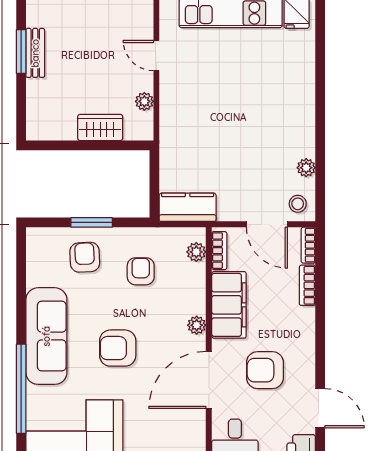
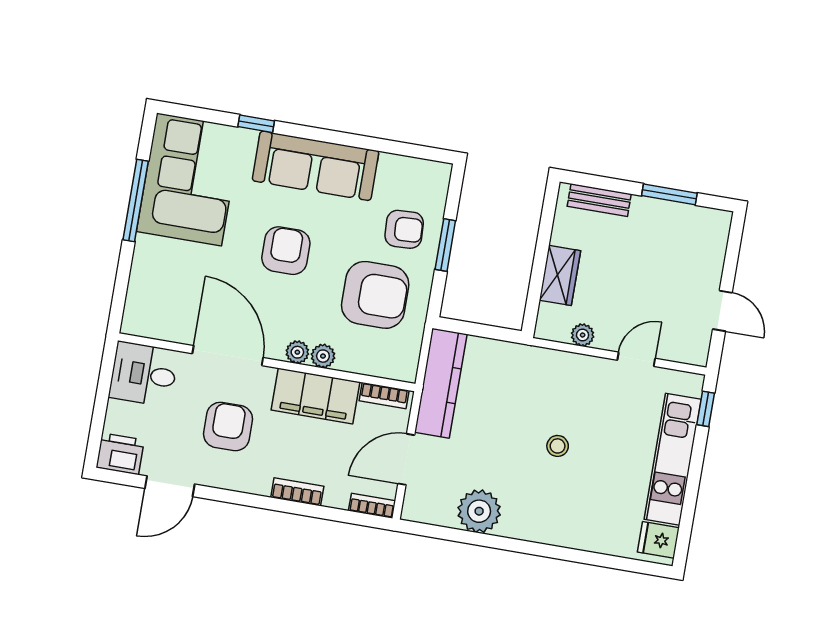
bench: (35, 53) -> (599, 200), moved
plant: (306, 168) -> (479, 511), width x1.88, depth x1.88
stool: (298, 204) -> (558, 446), moved
kitchen counter: (188, 207) -> (441, 383), width x1.50
plant: (196, 252) -> (323, 356), moved
armchair: (141, 271) -> (375, 295), width x1.88, depth x1.88
bookcase: (307, 285) -> (297, 492), moved
window: (21, 389) -> (256, 124), width x0.32

